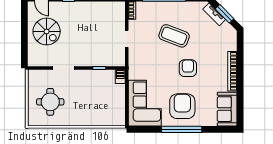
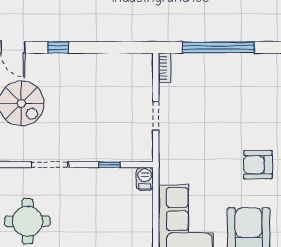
coffee table: (174, 36) -> (235, 111), removed
armchair: (188, 68) -> (258, 165), turned -90

